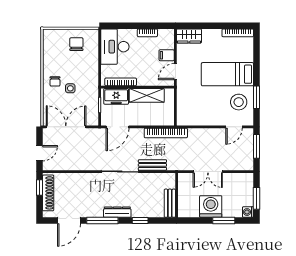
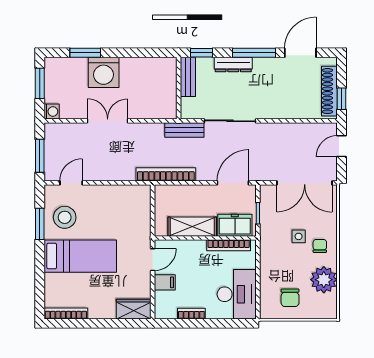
plant: (52, 57) -> (324, 280), added
wall: (177, 195) -> (179, 88), moved
bench: (170, 203) -> (188, 77), moved
washing machine: (248, 212) -> (52, 111), moved

